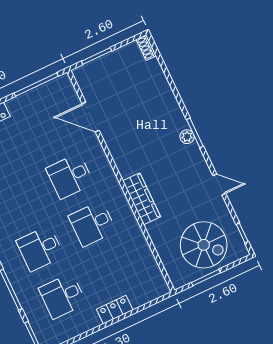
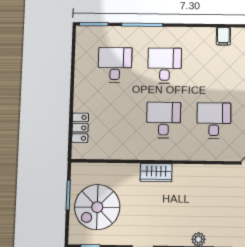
wardrobe: (142, 199) -> (156, 173), width x0.67
locker: (115, 310) -> (80, 128), moved

